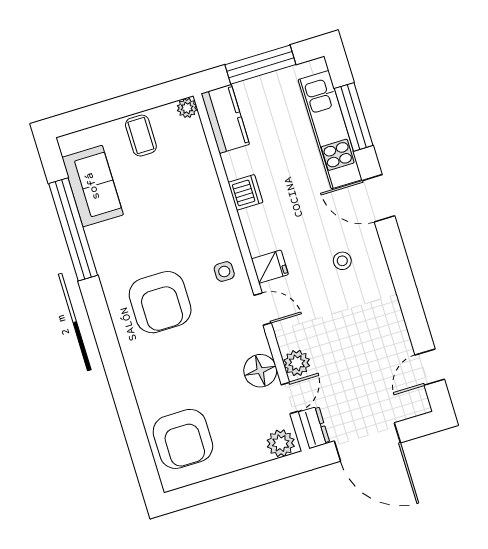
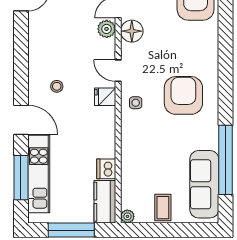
sofa: (93, 186) -> (204, 184), width x1.36
dishwasher: (245, 192) -> (106, 169), moved

